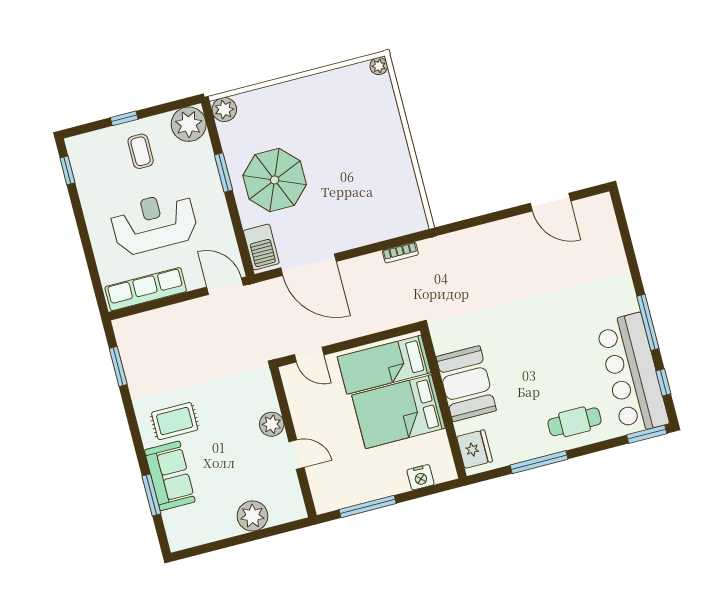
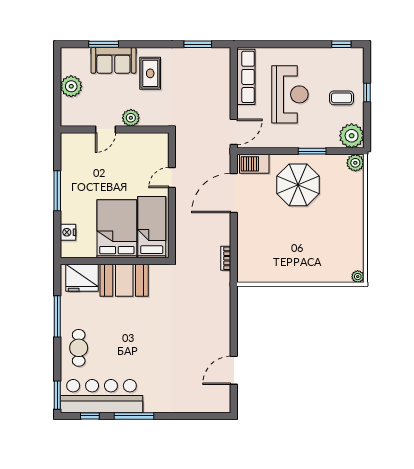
plant: (272, 424) -> (131, 118), moved
wall: (293, 442) -> (115, 129), moved
fridge: (475, 449) -> (82, 278), width x1.36, depth x1.34
door: (297, 455) -> (106, 129), moved
plant: (252, 516) -> (71, 86), moved

